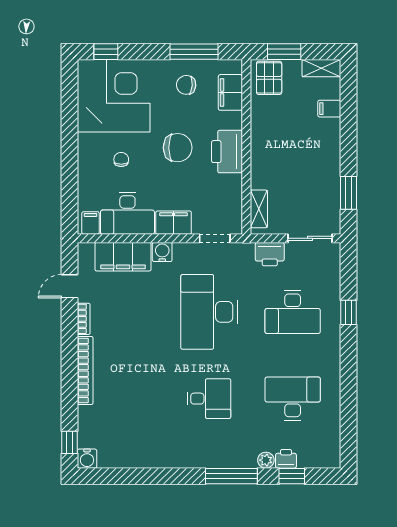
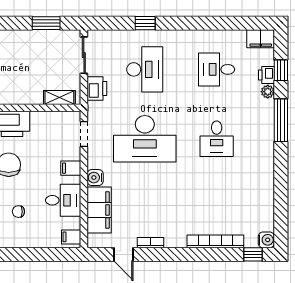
desk: (127, 213) -> (63, 200), width x0.73
filing cabinet: (174, 223) -> (71, 168), width x0.50
bookcase: (85, 370) -> (215, 241), moved
desk: (209, 399) -> (217, 139), turned 180
desk: (293, 399) -> (217, 69), width x0.73
filing cabinet: (330, 452) -> (261, 39), added

